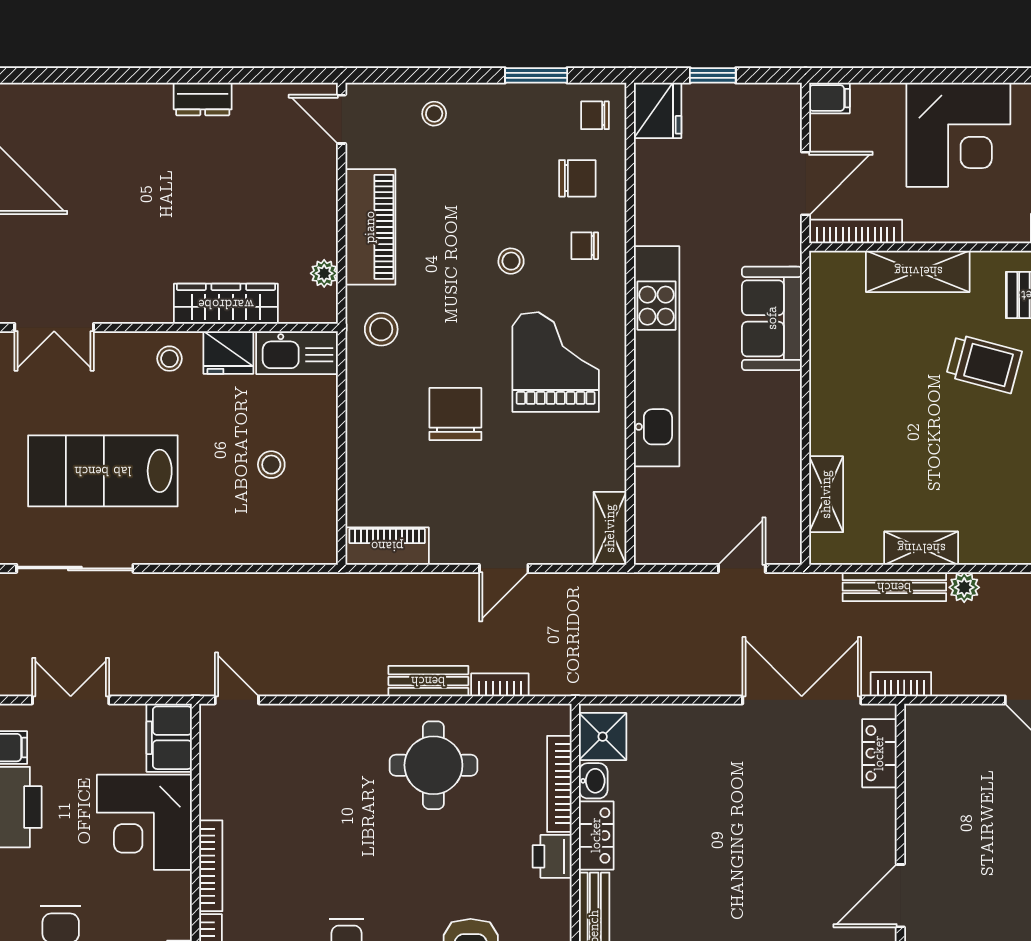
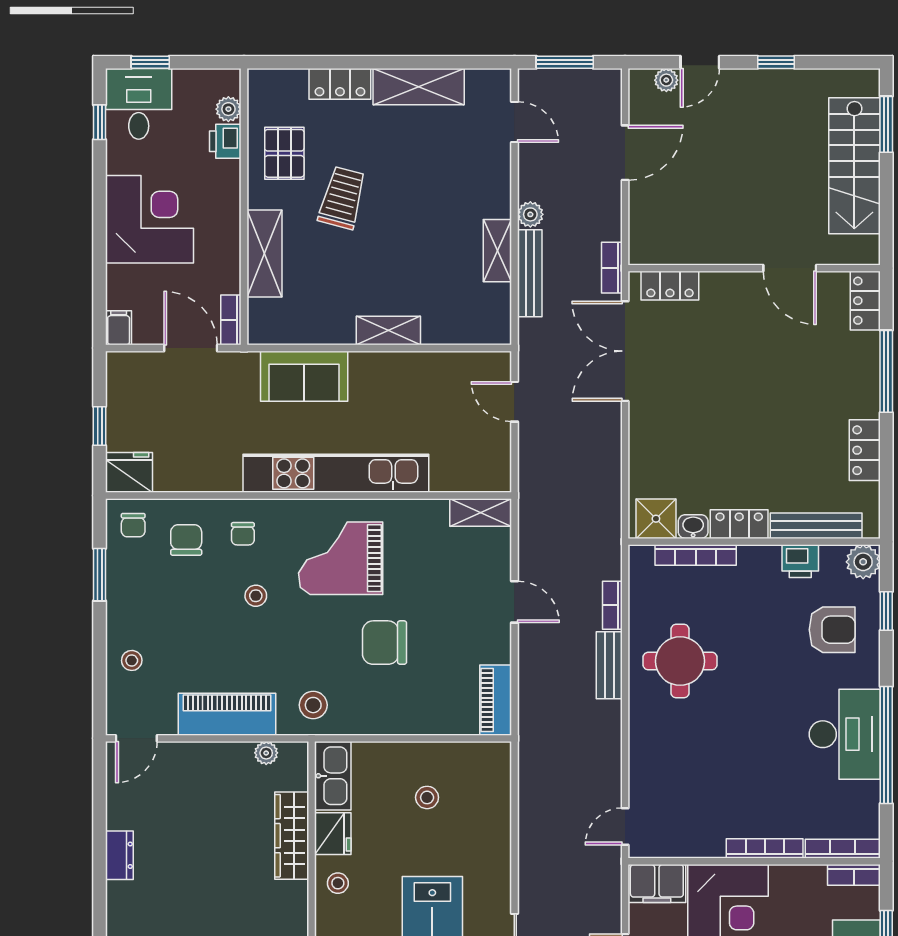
bookcase: (856, 232) -> (231, 320), width x0.64
shelving: (826, 494) -> (388, 331), moved
printer: (552, 856) -> (800, 561), moved

